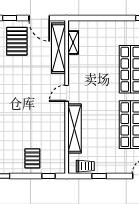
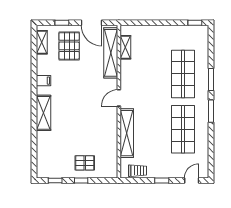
pallet: (32, 158) -> (85, 163), turned 90
window: (49, 176) -> (81, 180), moved
window: (99, 176) -> (162, 180), moved

